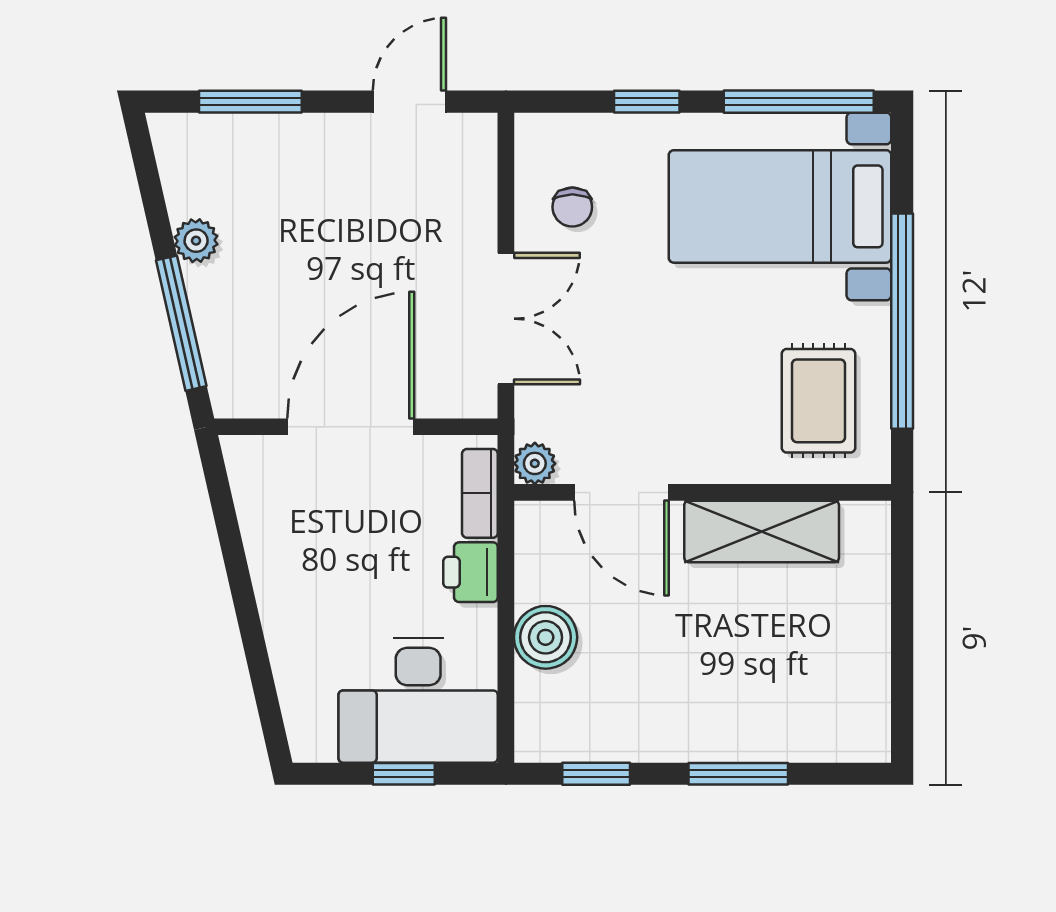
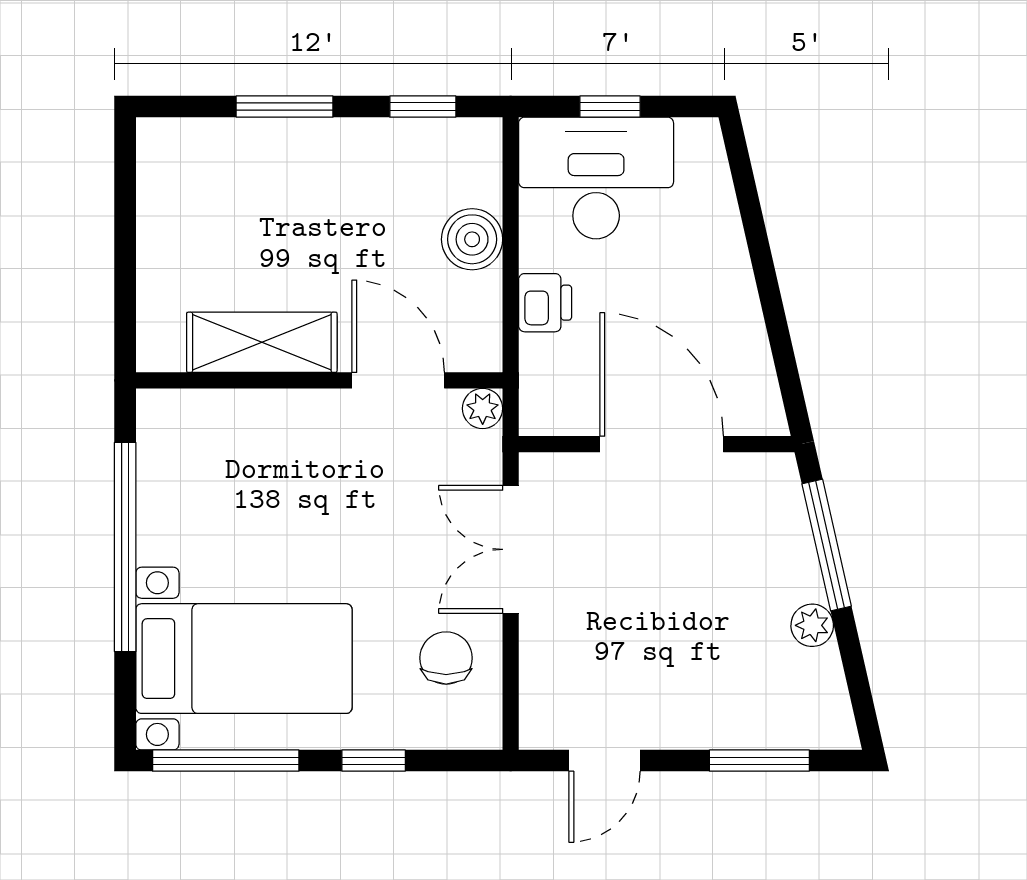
chair: (572, 207) -> (446, 658), width x1.37, depth x1.37
rug: (818, 401) -> (206, 469), removed
door: (351, 427) -> (662, 444), swing flipped
bookcase: (480, 493) -> (536, 379), removed

